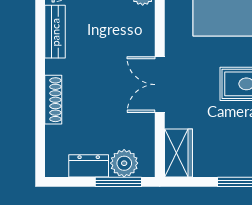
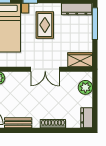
dresser: (89, 166) -> (87, 118), moved
window: (118, 182) -> (95, 90), removed

